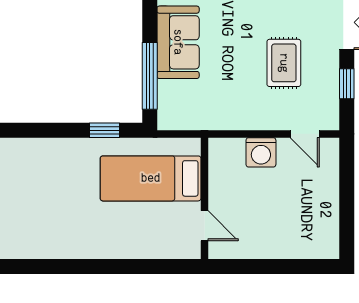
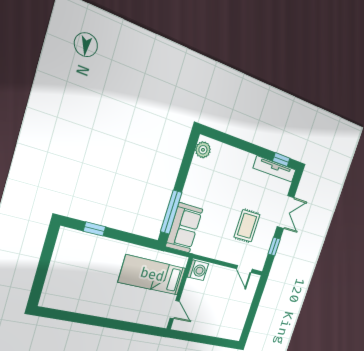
sofa: (178, 42) -> (184, 228), moved
window: (104, 130) -> (94, 229), moved
washing machine: (261, 152) -> (198, 270), moved, turned -90

